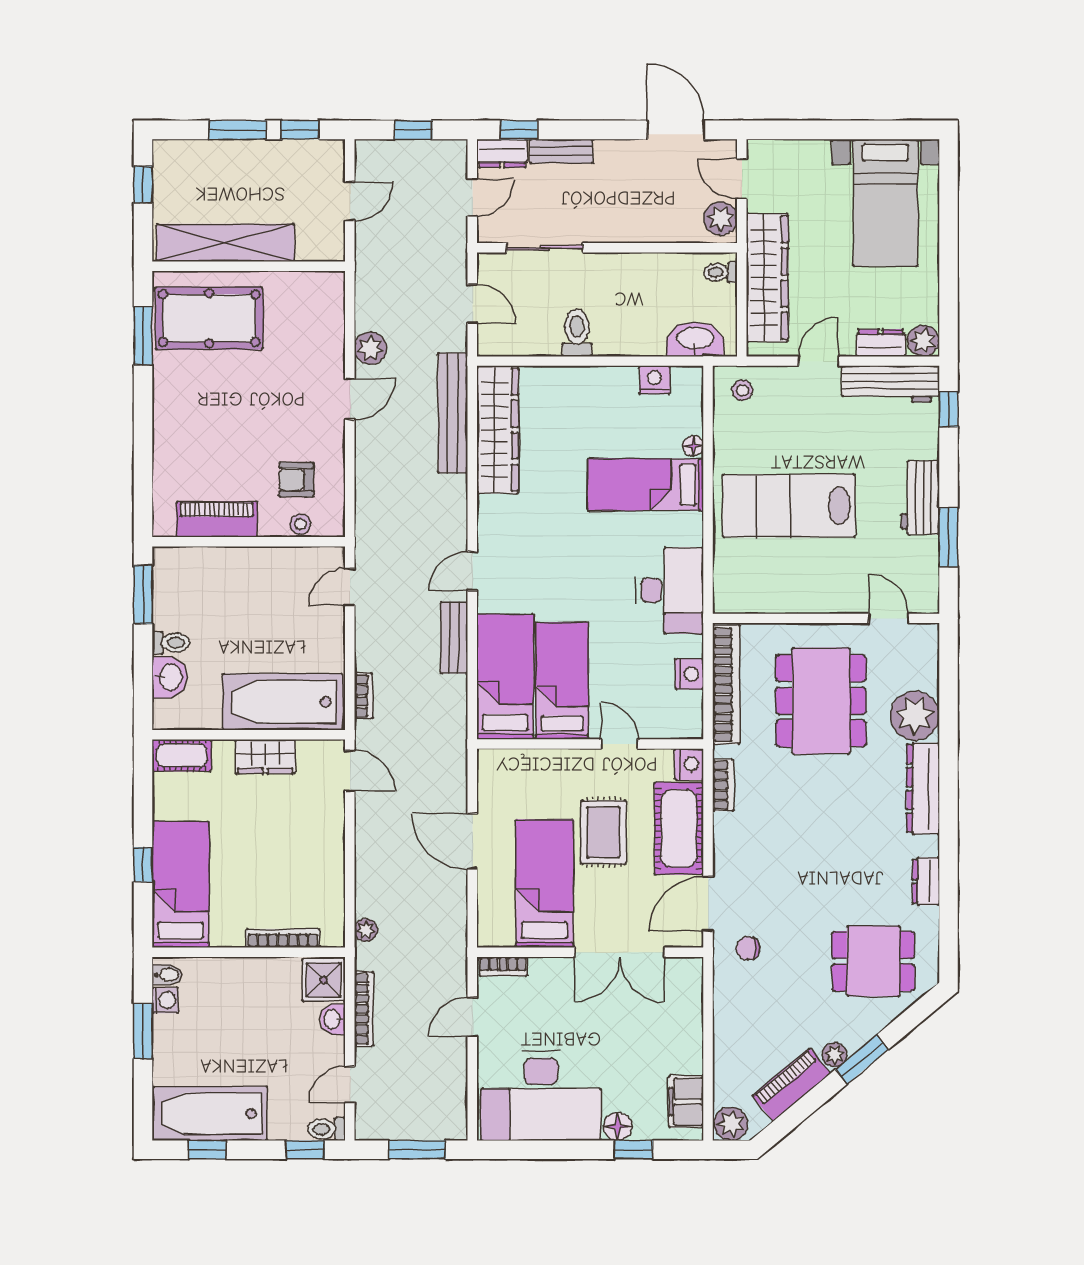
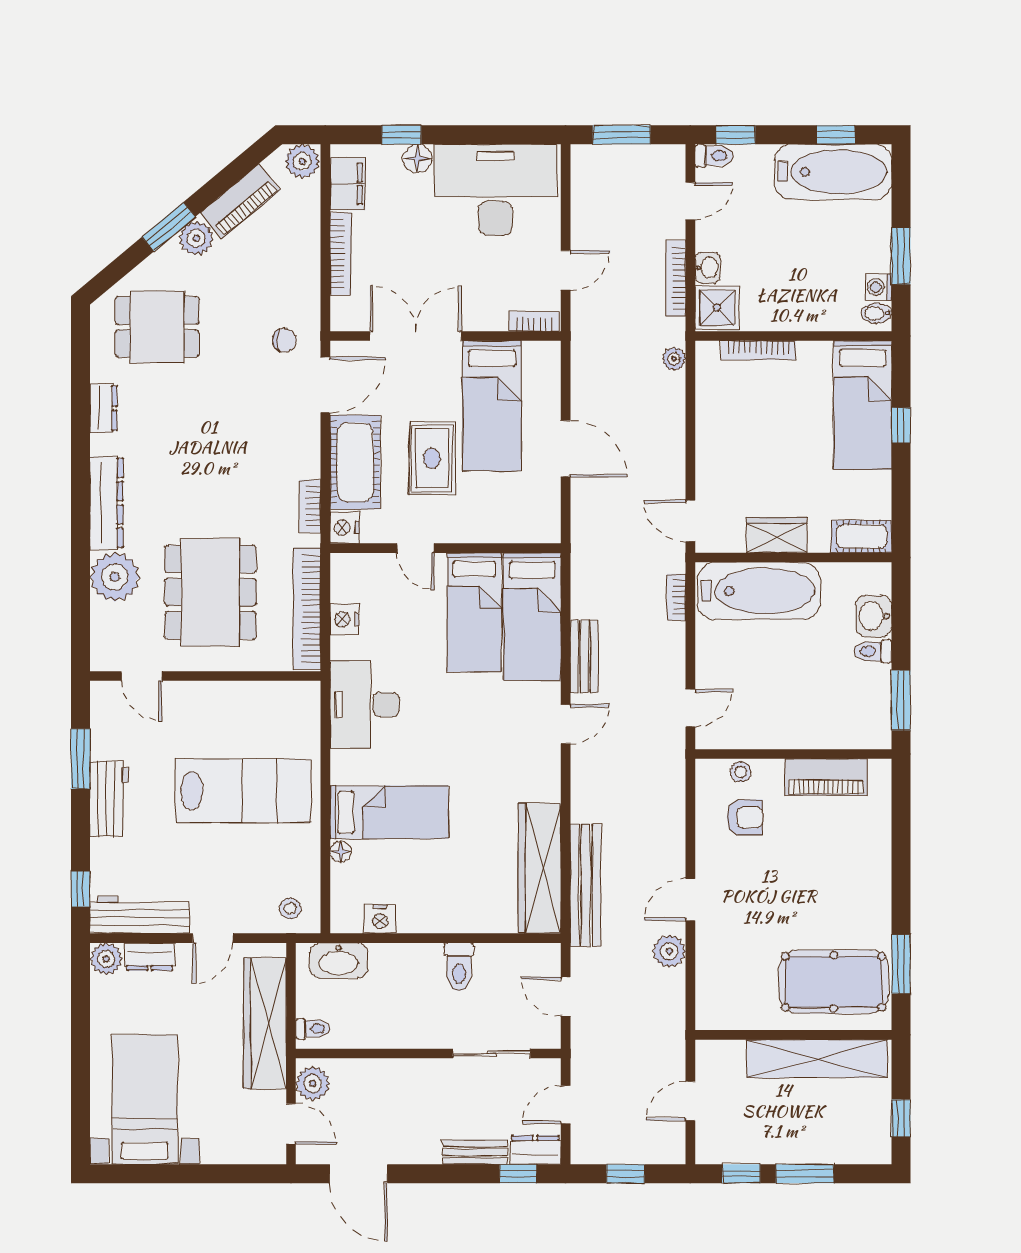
bookcase: (693, 1033) -> (341, 254), added
plant: (834, 1055) -> (196, 238), width x1.38, depth x1.38

